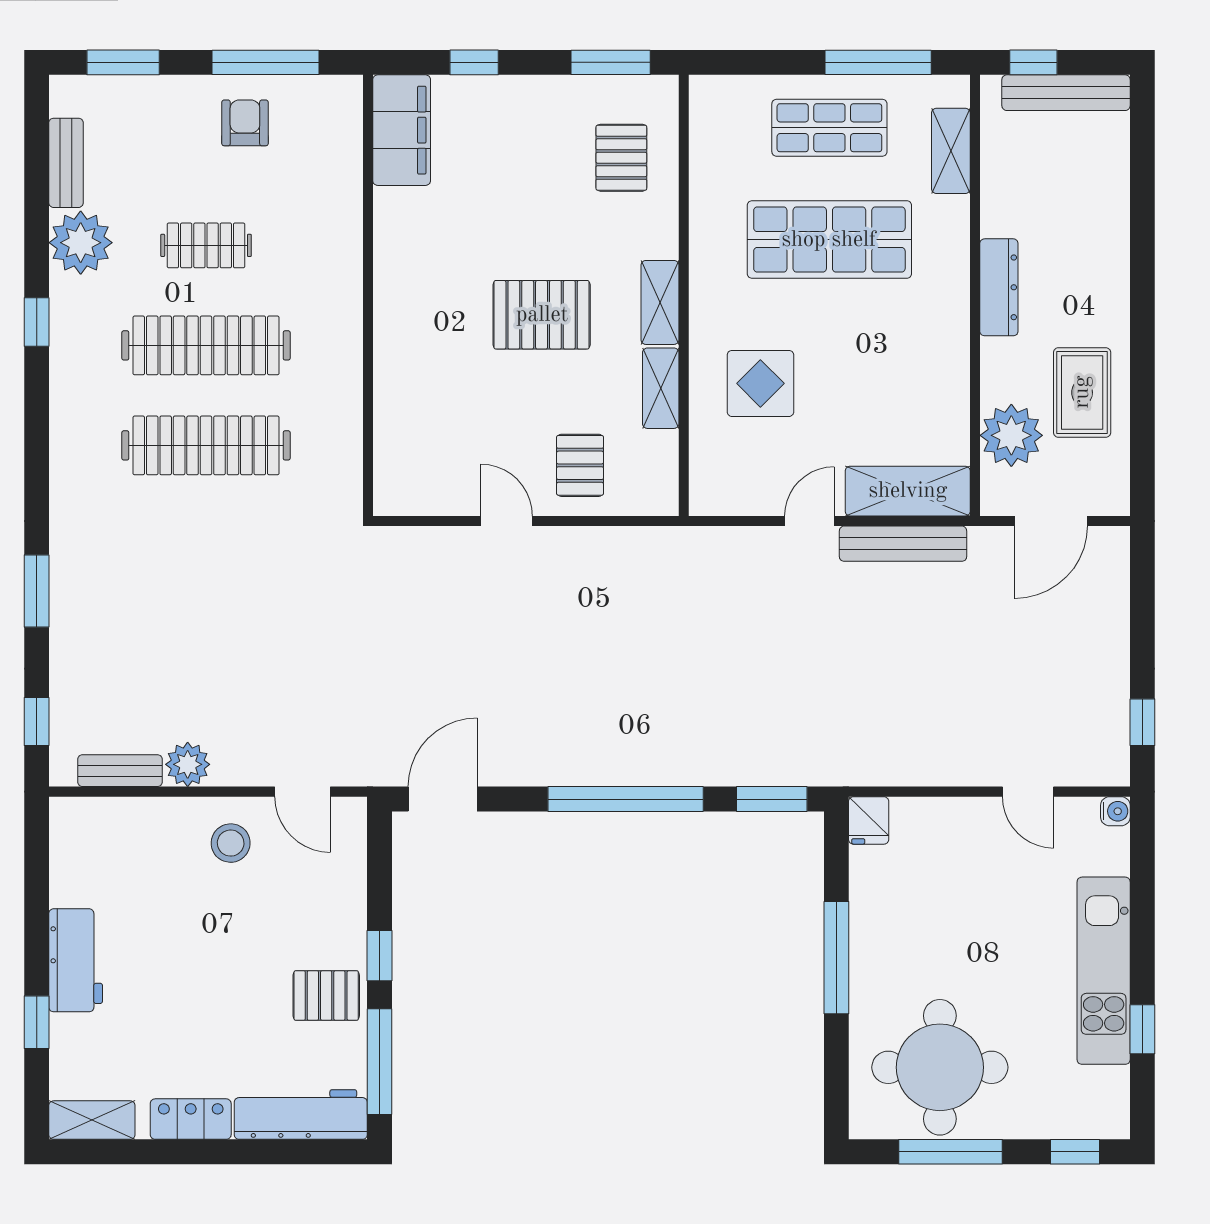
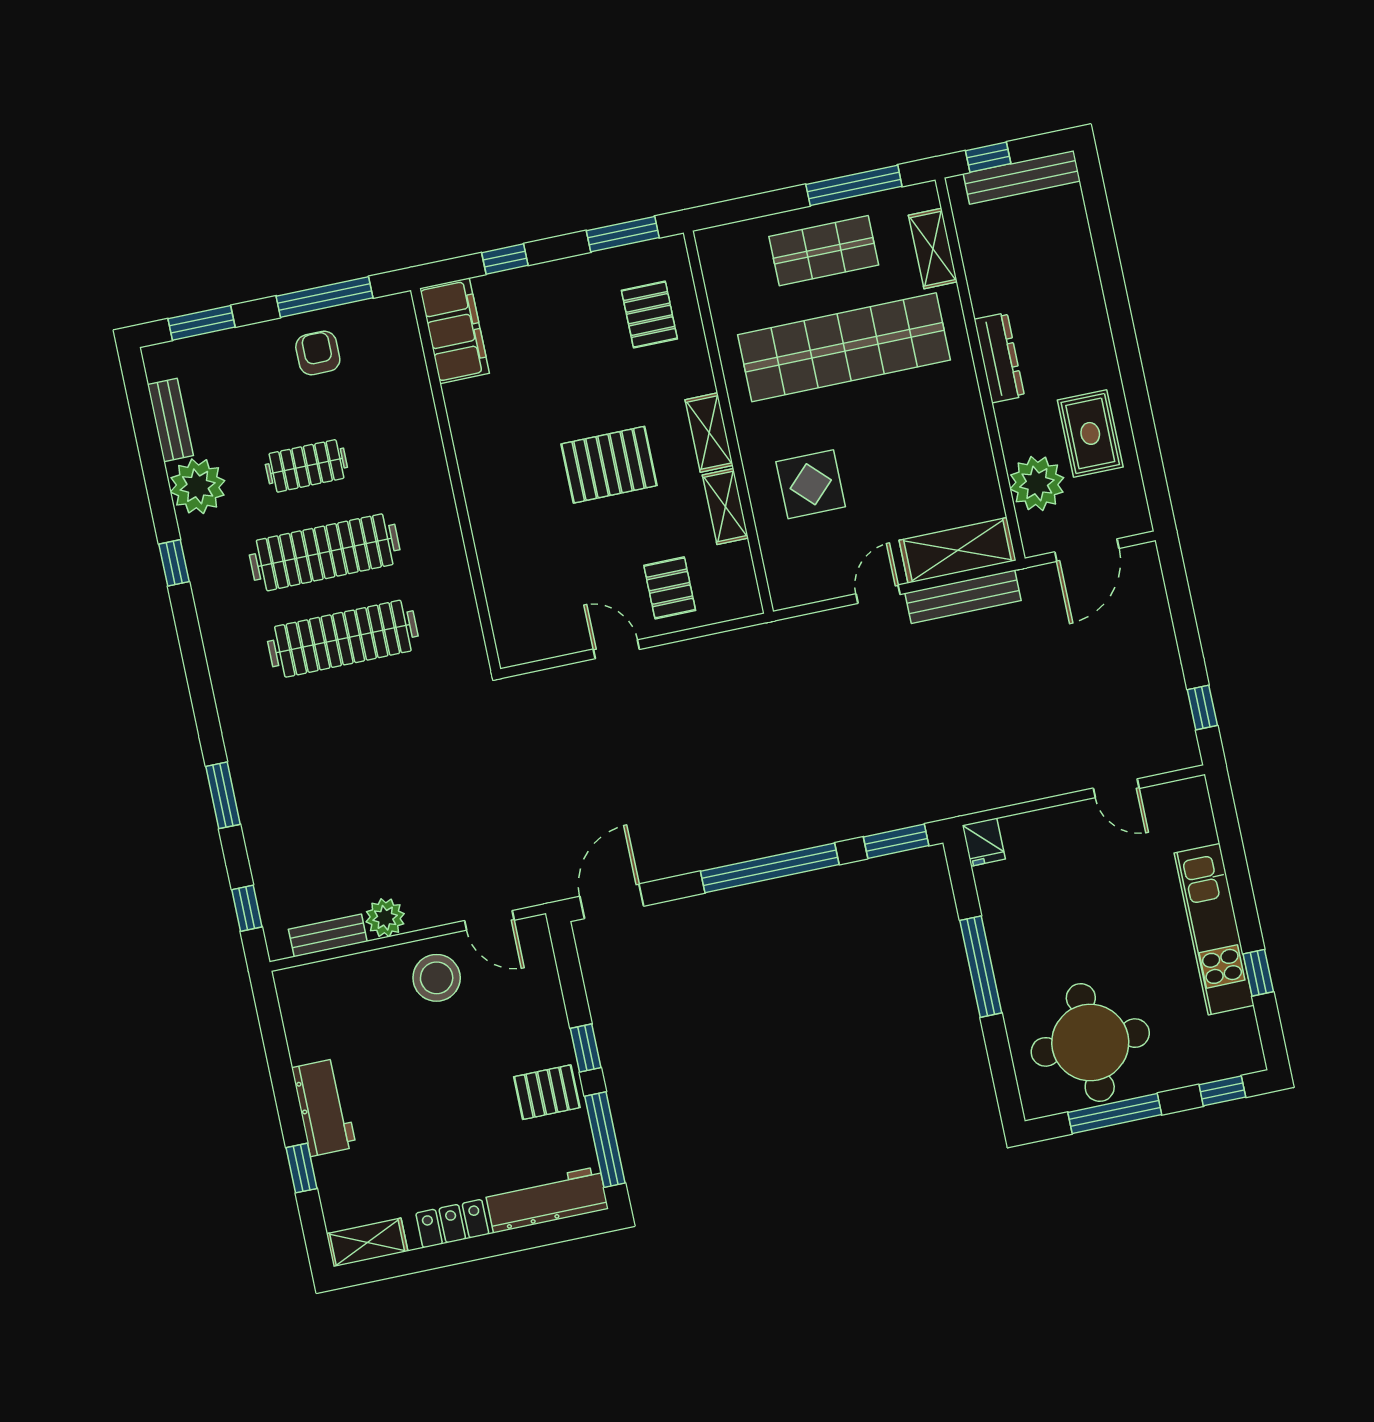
shop shelf: (829, 240) -> (844, 347), width x1.40
water cooler: (1115, 811) -> (1195, 789), removed
stool: (231, 843) -> (437, 978), width x1.38, depth x1.38

